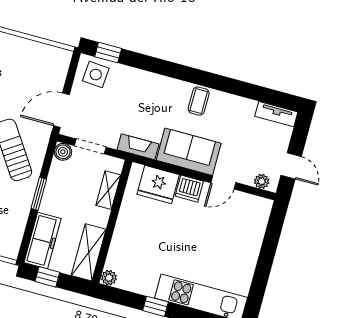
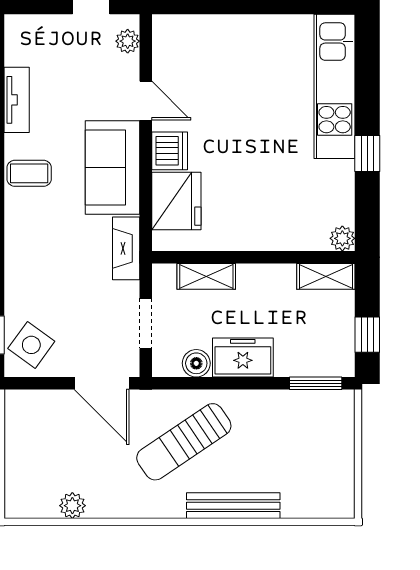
side table: (96, 75) -> (31, 345), turned 32
tv unit: (276, 114) -> (17, 100), moved
boiler: (63, 152) -> (196, 363), moved
window: (39, 194) -> (316, 383), moved
freezer: (43, 241) -> (243, 358), moved, width x0.71
shelving: (89, 252) -> (326, 276), width x0.67, depth x0.75

